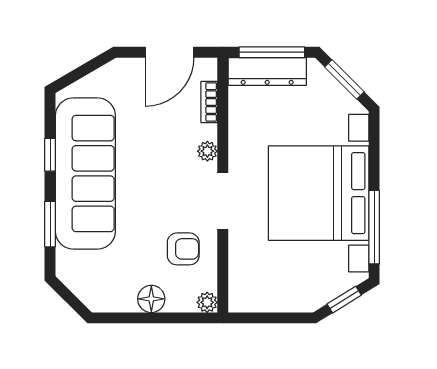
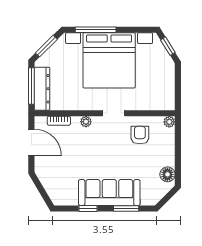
sofa: (85, 173) -> (109, 193), width x0.74, depth x0.79
doorway: (223, 201) -> (113, 113), width x0.73
window: (374, 227) -> (96, 30), moved
floor lamp: (151, 299) -> (167, 174), moved

